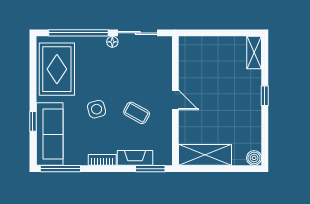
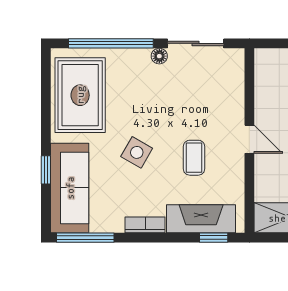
side table: (97, 109) -> (137, 152), turned 45
coffee table: (137, 113) -> (194, 158), turned 61
fireplace: (135, 158) -> (201, 219), width x1.37, depth x1.32
window: (150, 169) -> (214, 238), width x0.67

